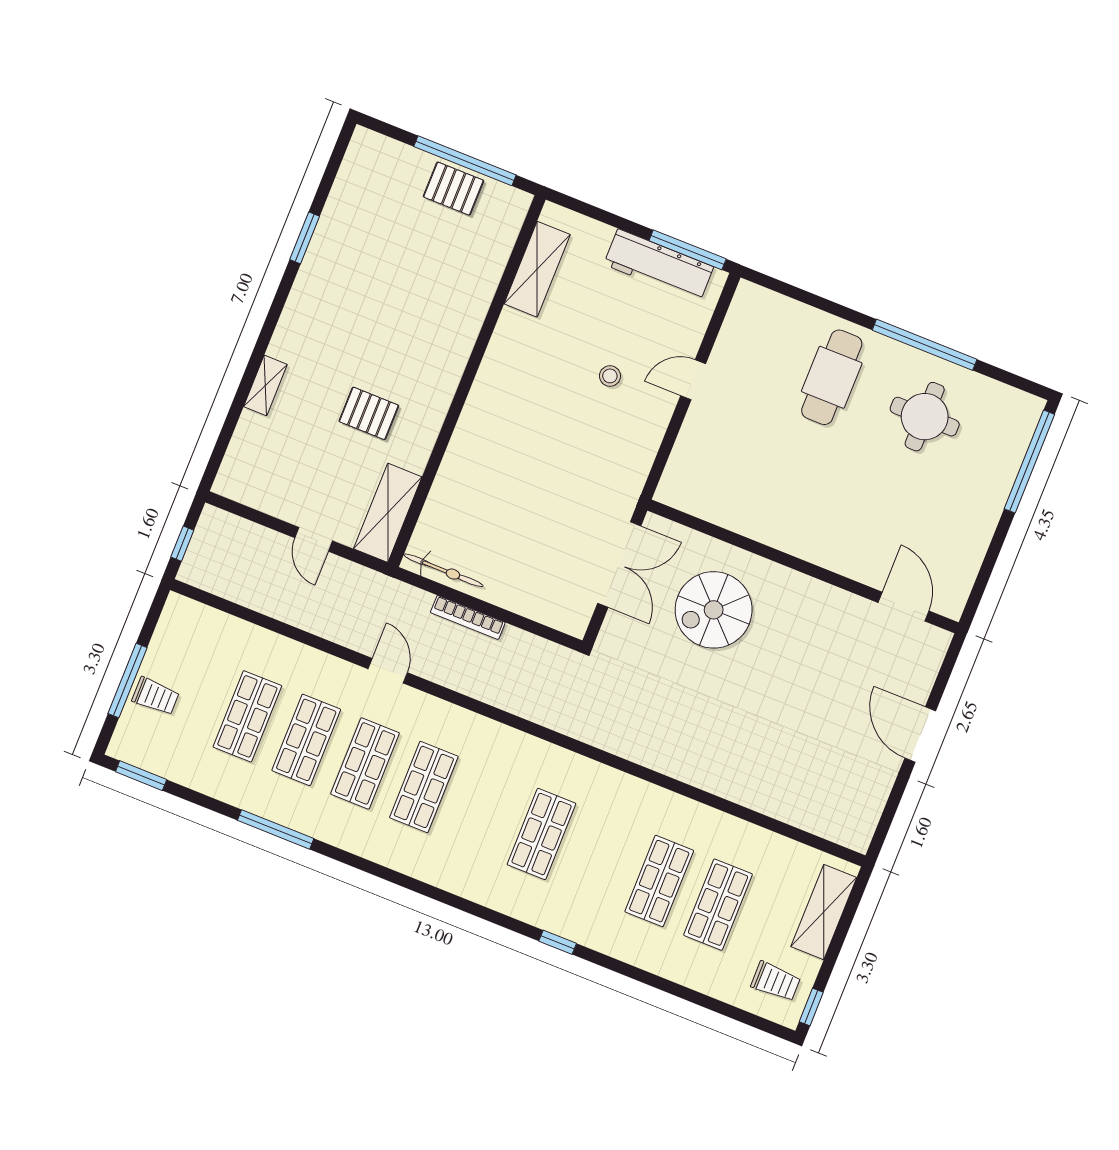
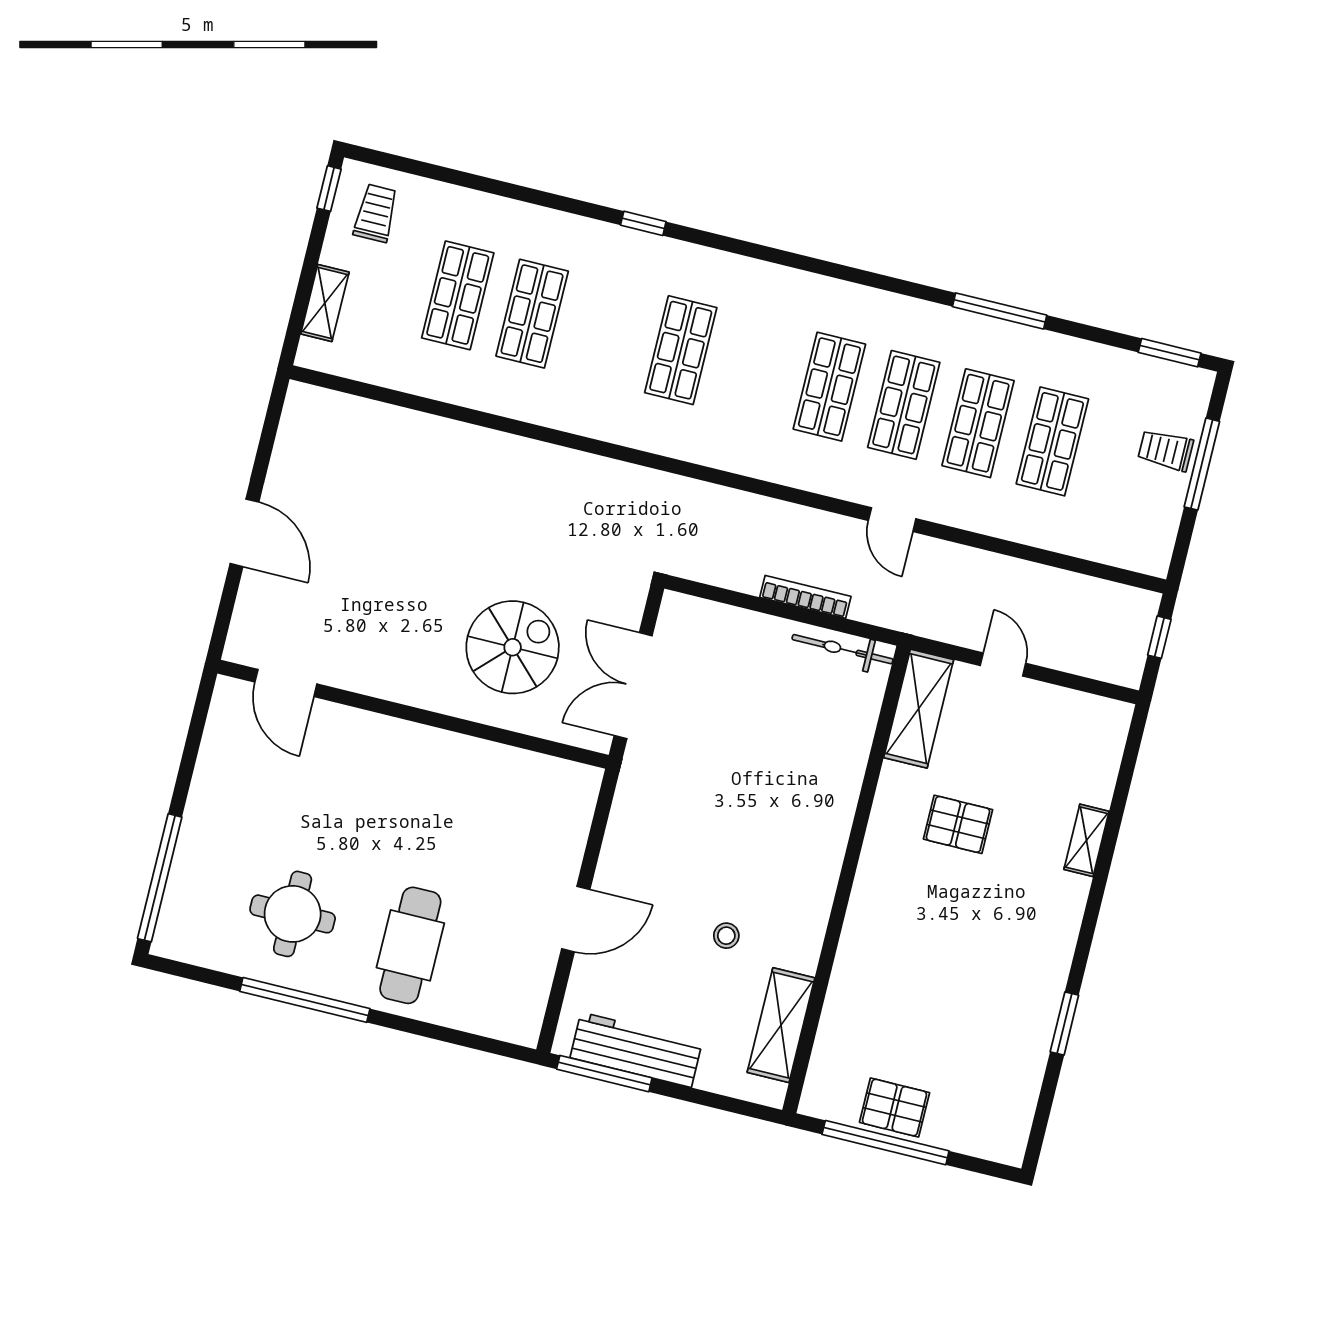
stool: (610, 376) -> (726, 936), moved
door: (693, 380) -> (576, 919), width x1.38
shelving: (824, 912) -> (325, 303), width x0.67, depth x0.75
trolley: (776, 981) -> (376, 213), turned 90

